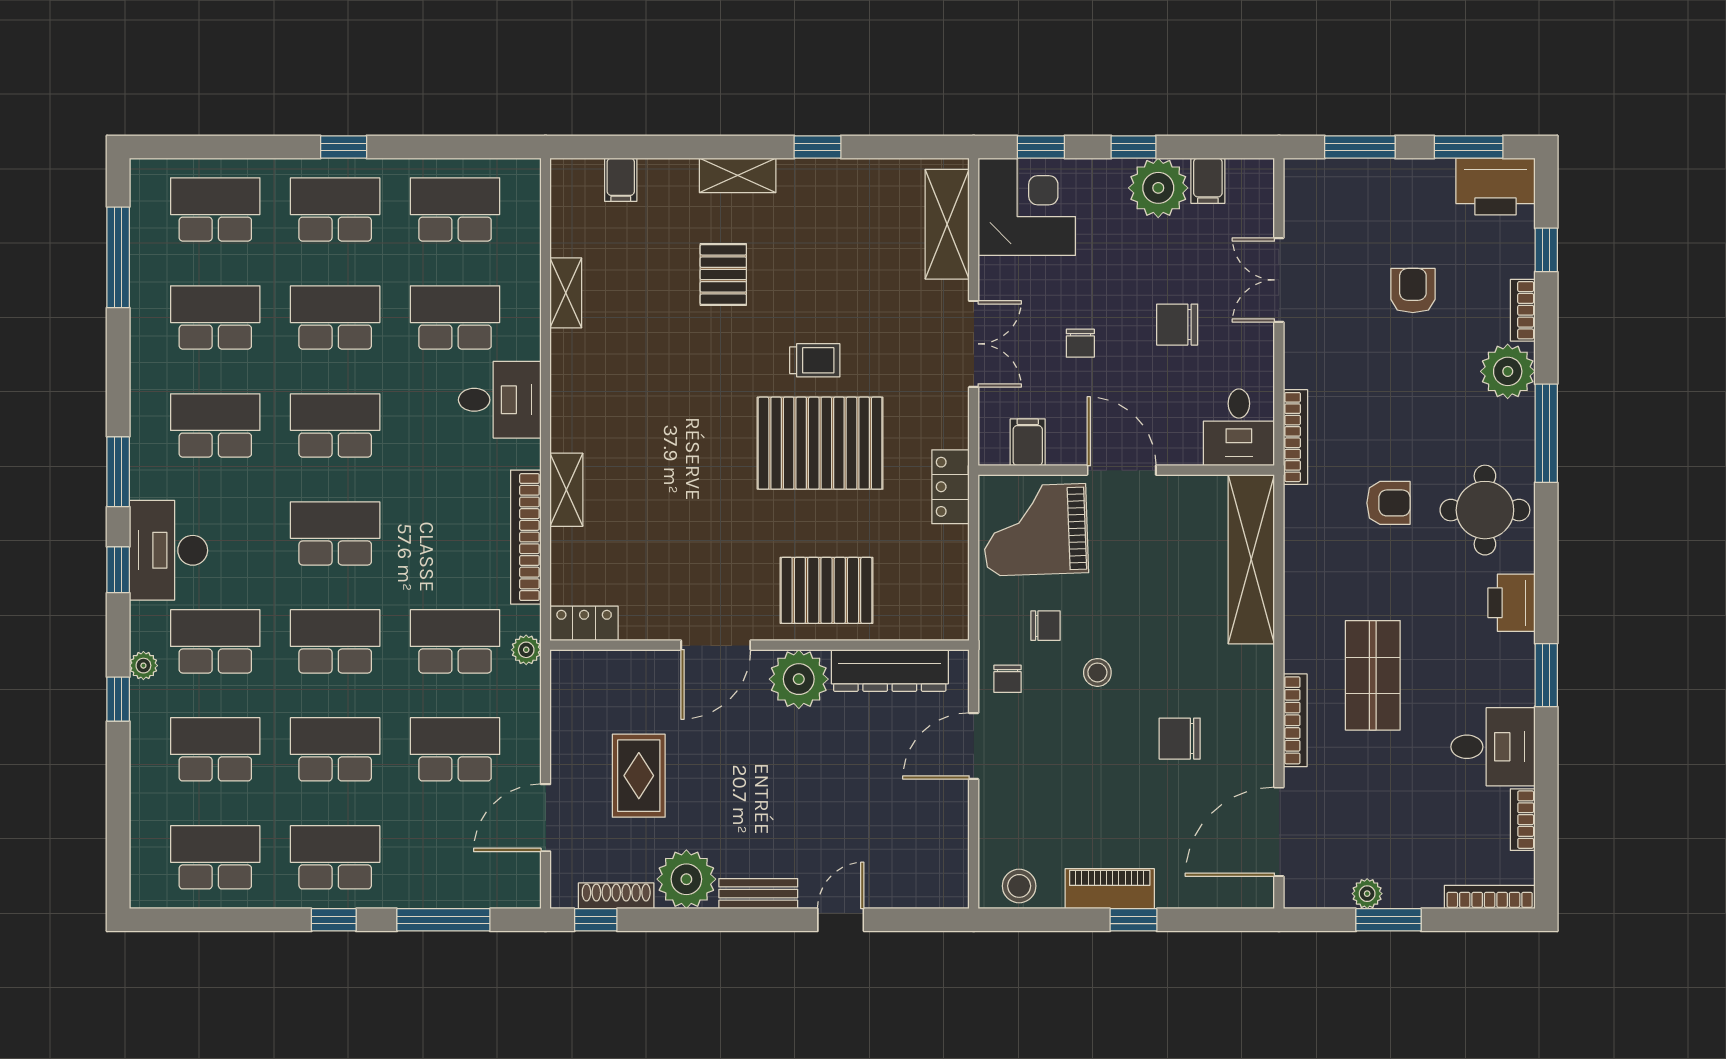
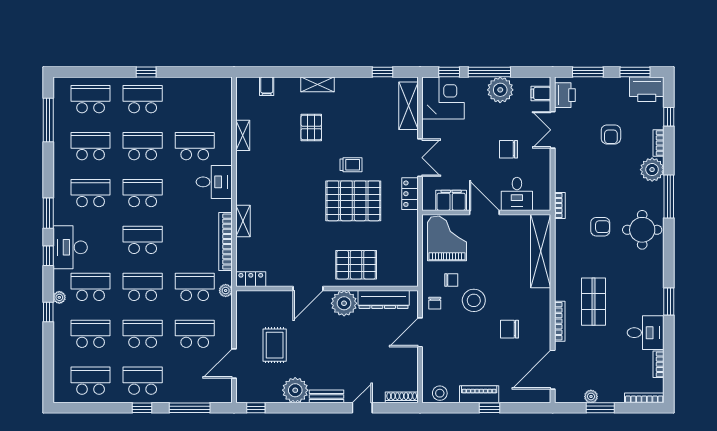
window: (817, 147) -> (383, 72), moved
window: (1133, 147) -> (489, 72), width x2.17
filing cabinet: (1208, 181) -> (541, 93), moved, turned 90
school desk: (455, 209) -> (195, 99), removed
armchair: (1413, 291) -> (611, 134), turned 180
chair: (1080, 343) -> (466, 157), removed
desk: (1239, 427) -> (517, 194), moved
bookcase: (1295, 437) -> (560, 205), width x0.64
filing cabinet: (1028, 442) -> (451, 200), width x2.00
locker: (950, 487) -> (410, 194), moved
grand piano: (1036, 530) -> (447, 238), turned 92
printer: (1511, 603) -> (565, 95), moved, turned 180
stool: (1097, 672) -> (474, 300), width x1.89, depth x1.89
shoe rack: (616, 896) -> (402, 397), moved

